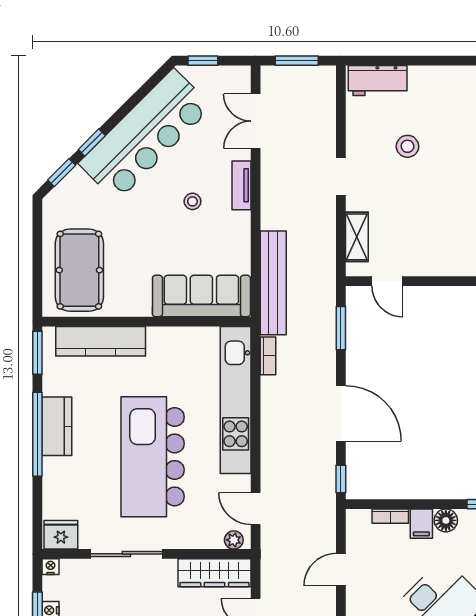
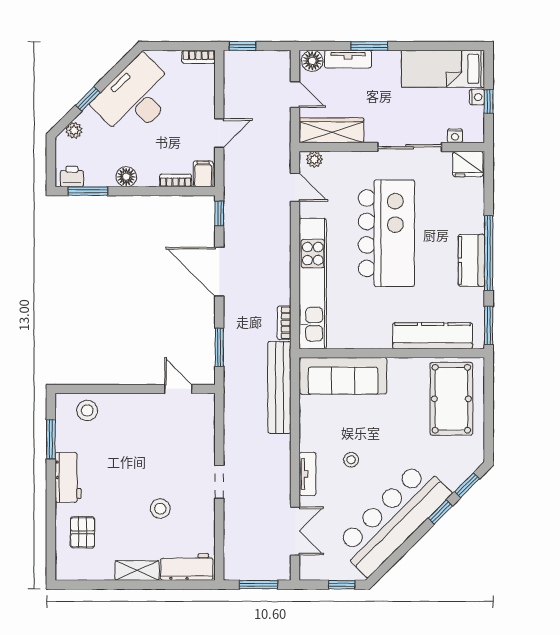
shelving: (357, 237) -> (137, 571), moved, turned 90
filing cabinet: (421, 524) -> (203, 174), moved
nightstand: (51, 567) -> (455, 136), moved

